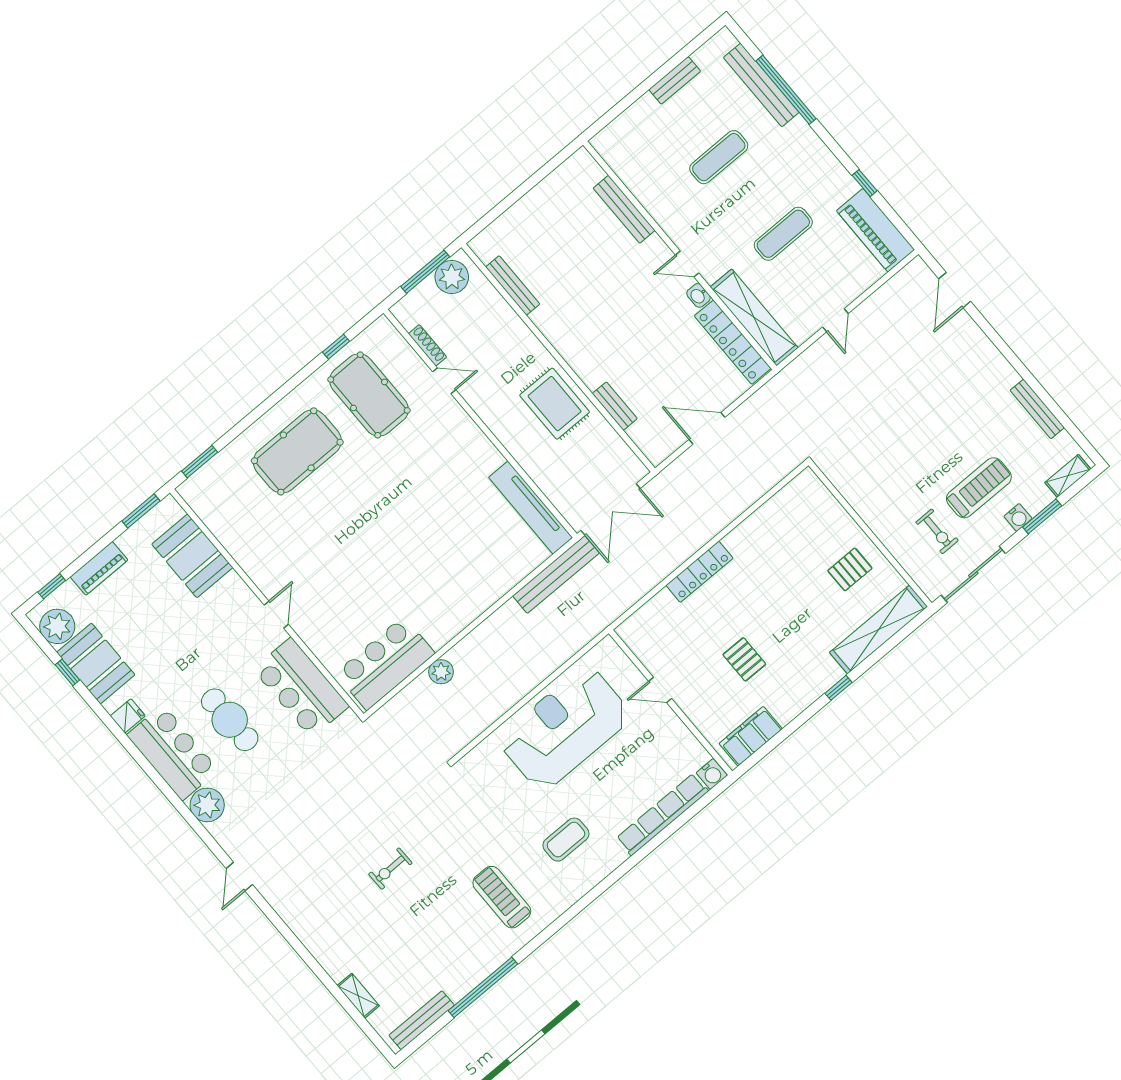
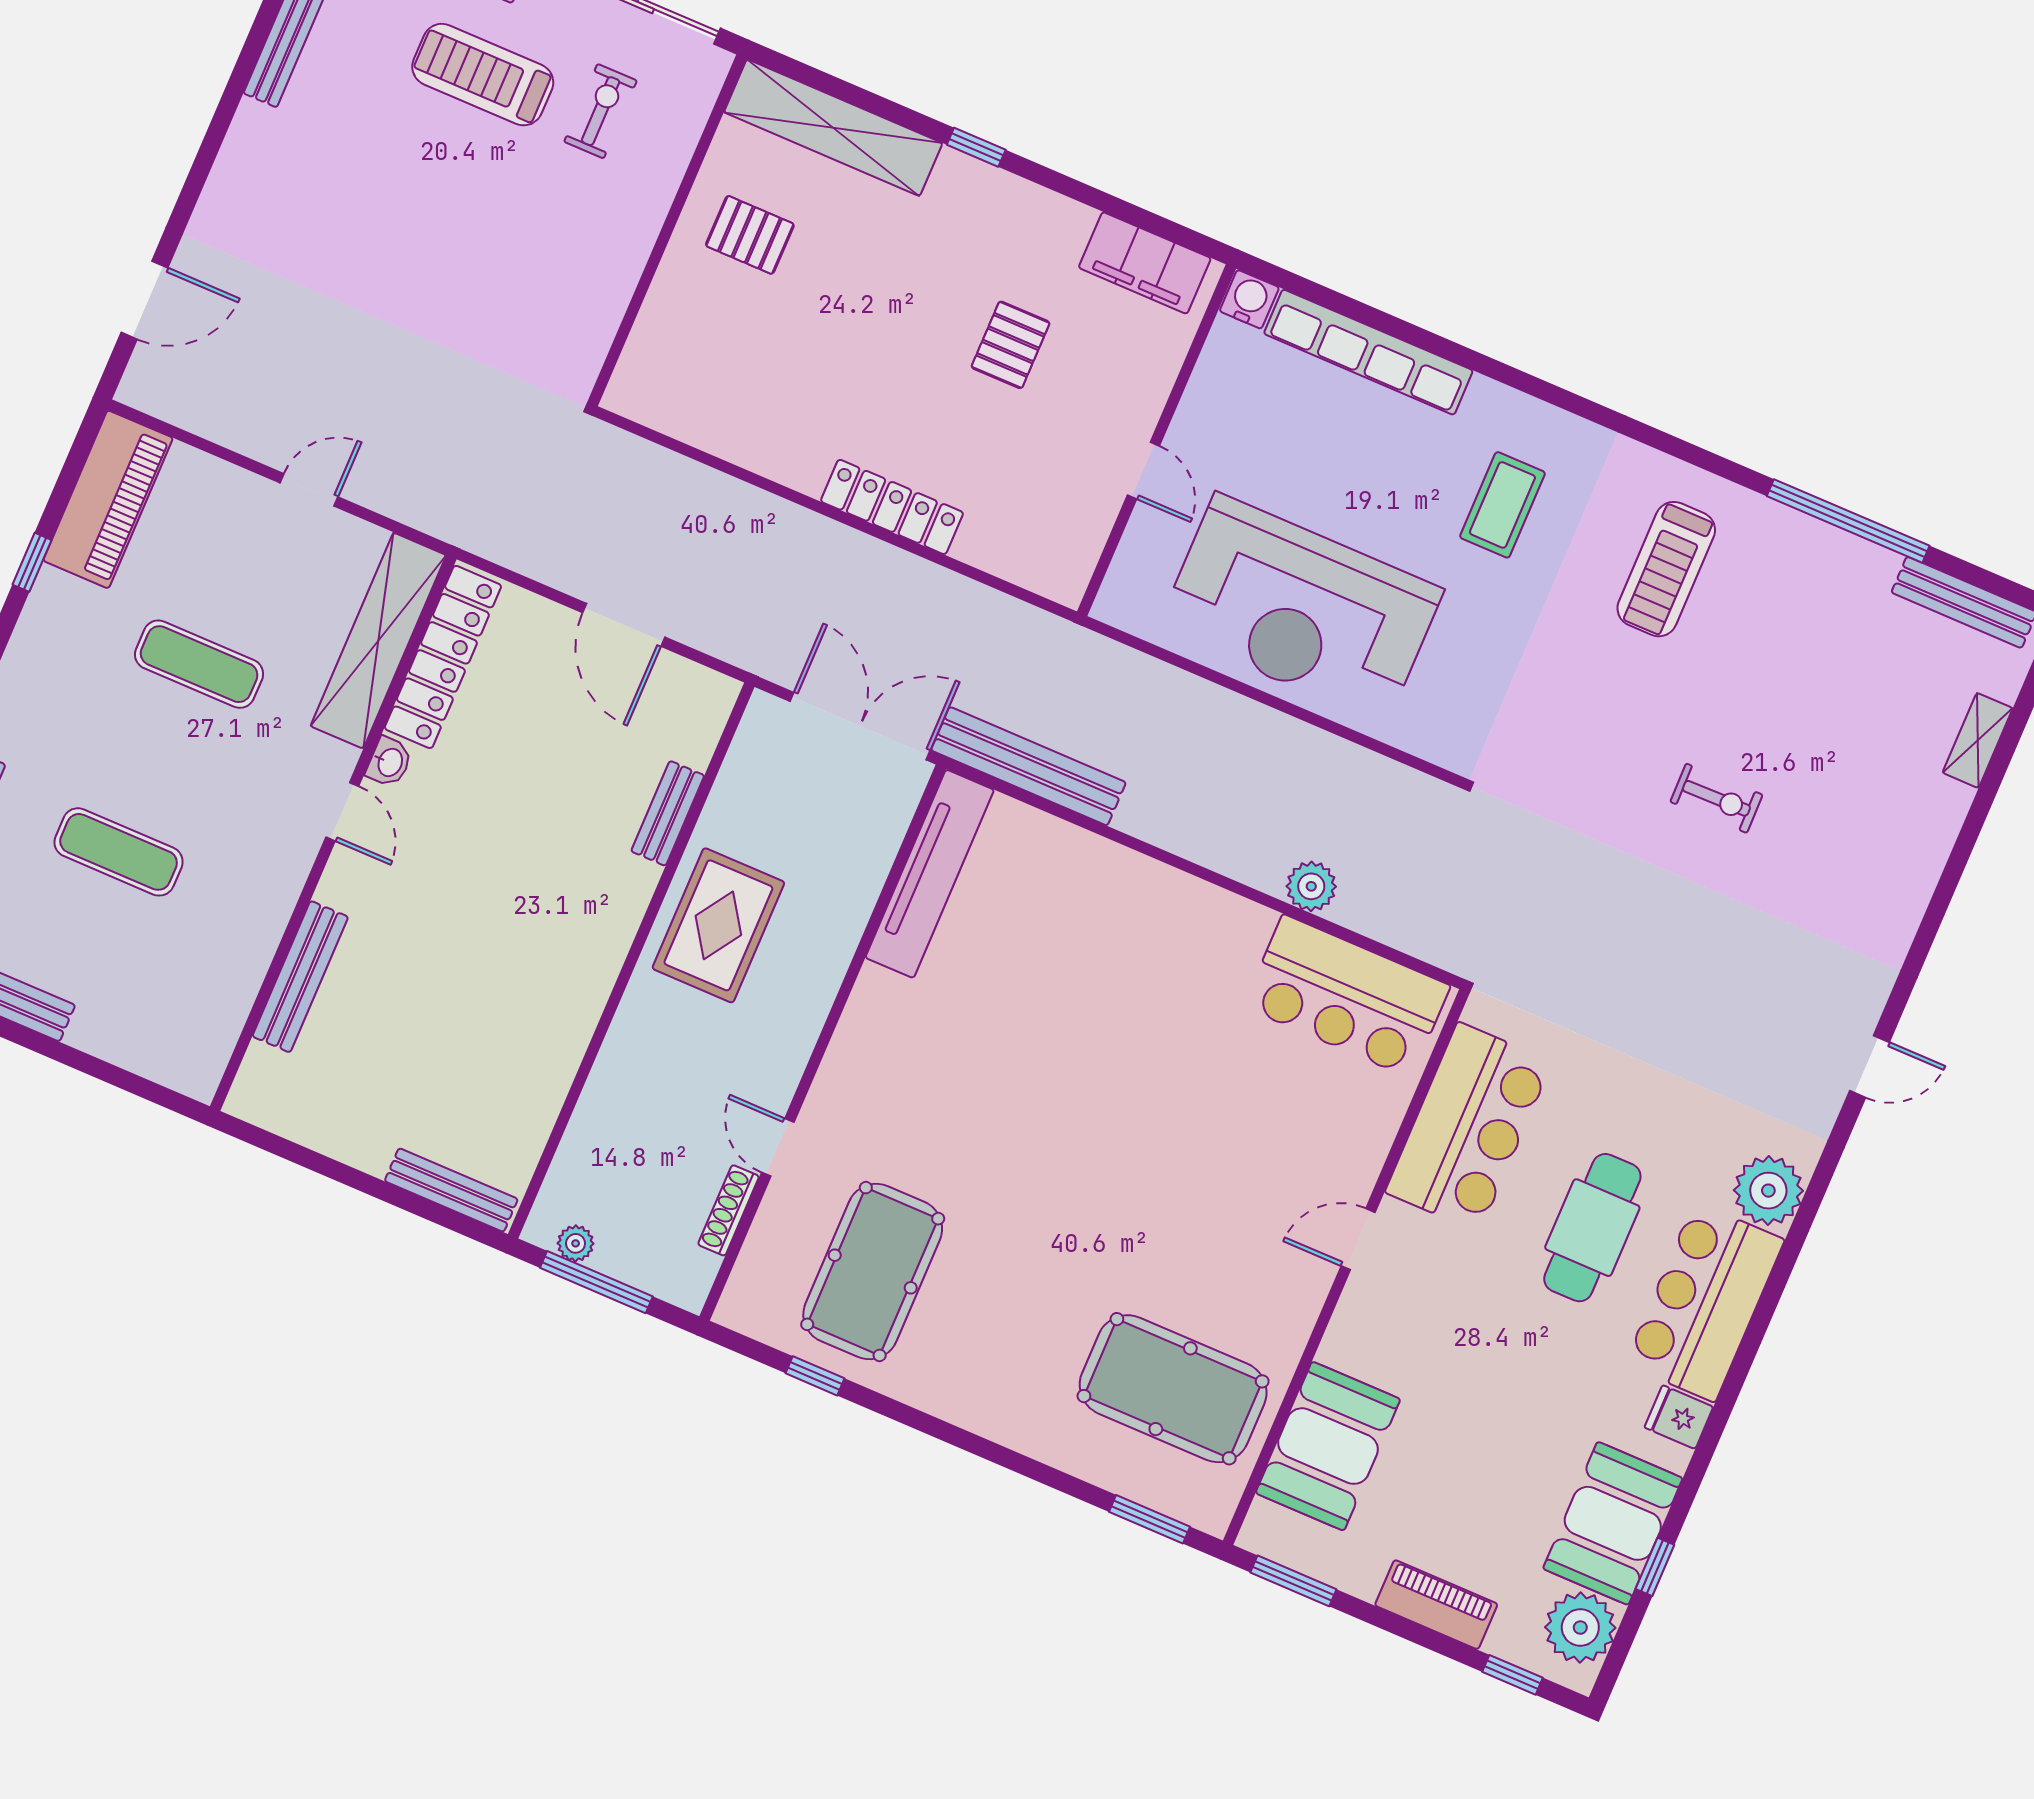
plant: (452, 277) -> (576, 1243), width x0.53, depth x0.53
bench: (513, 285) -> (451, 1190), moved, turned 90
pool table: (297, 451) -> (1173, 1389), moved
coffee table: (566, 840) -> (1502, 505), turned 90

